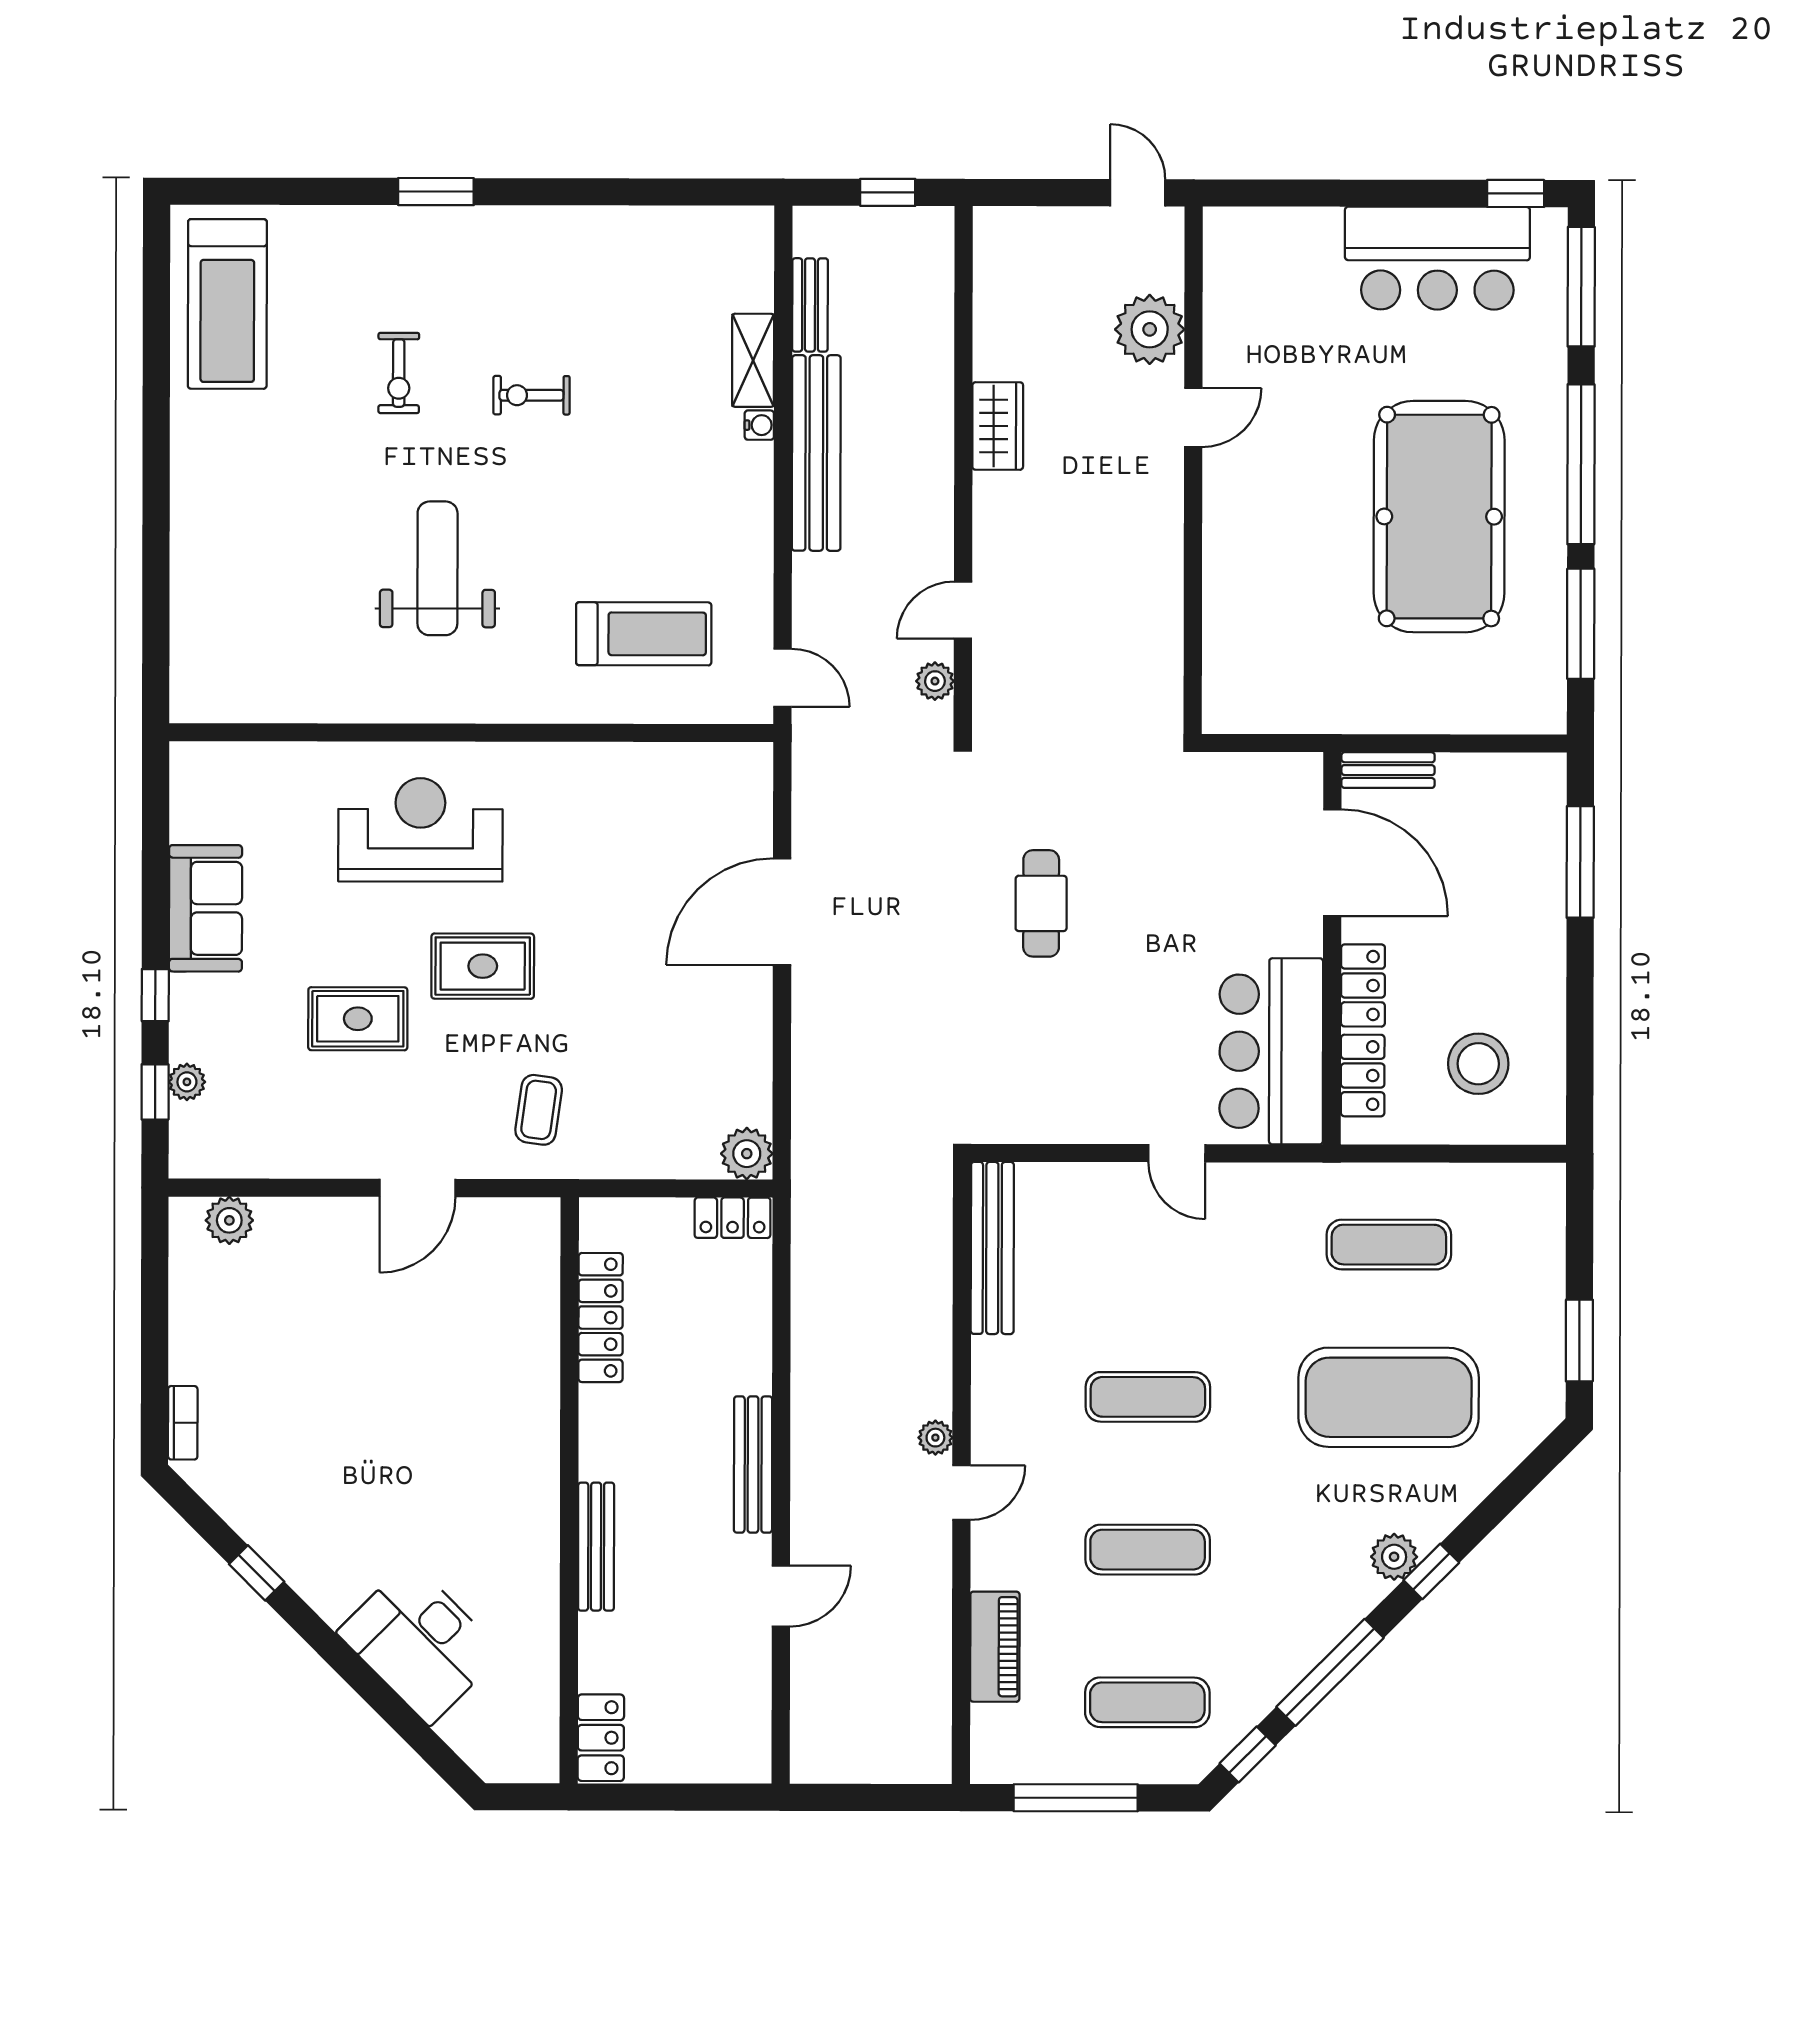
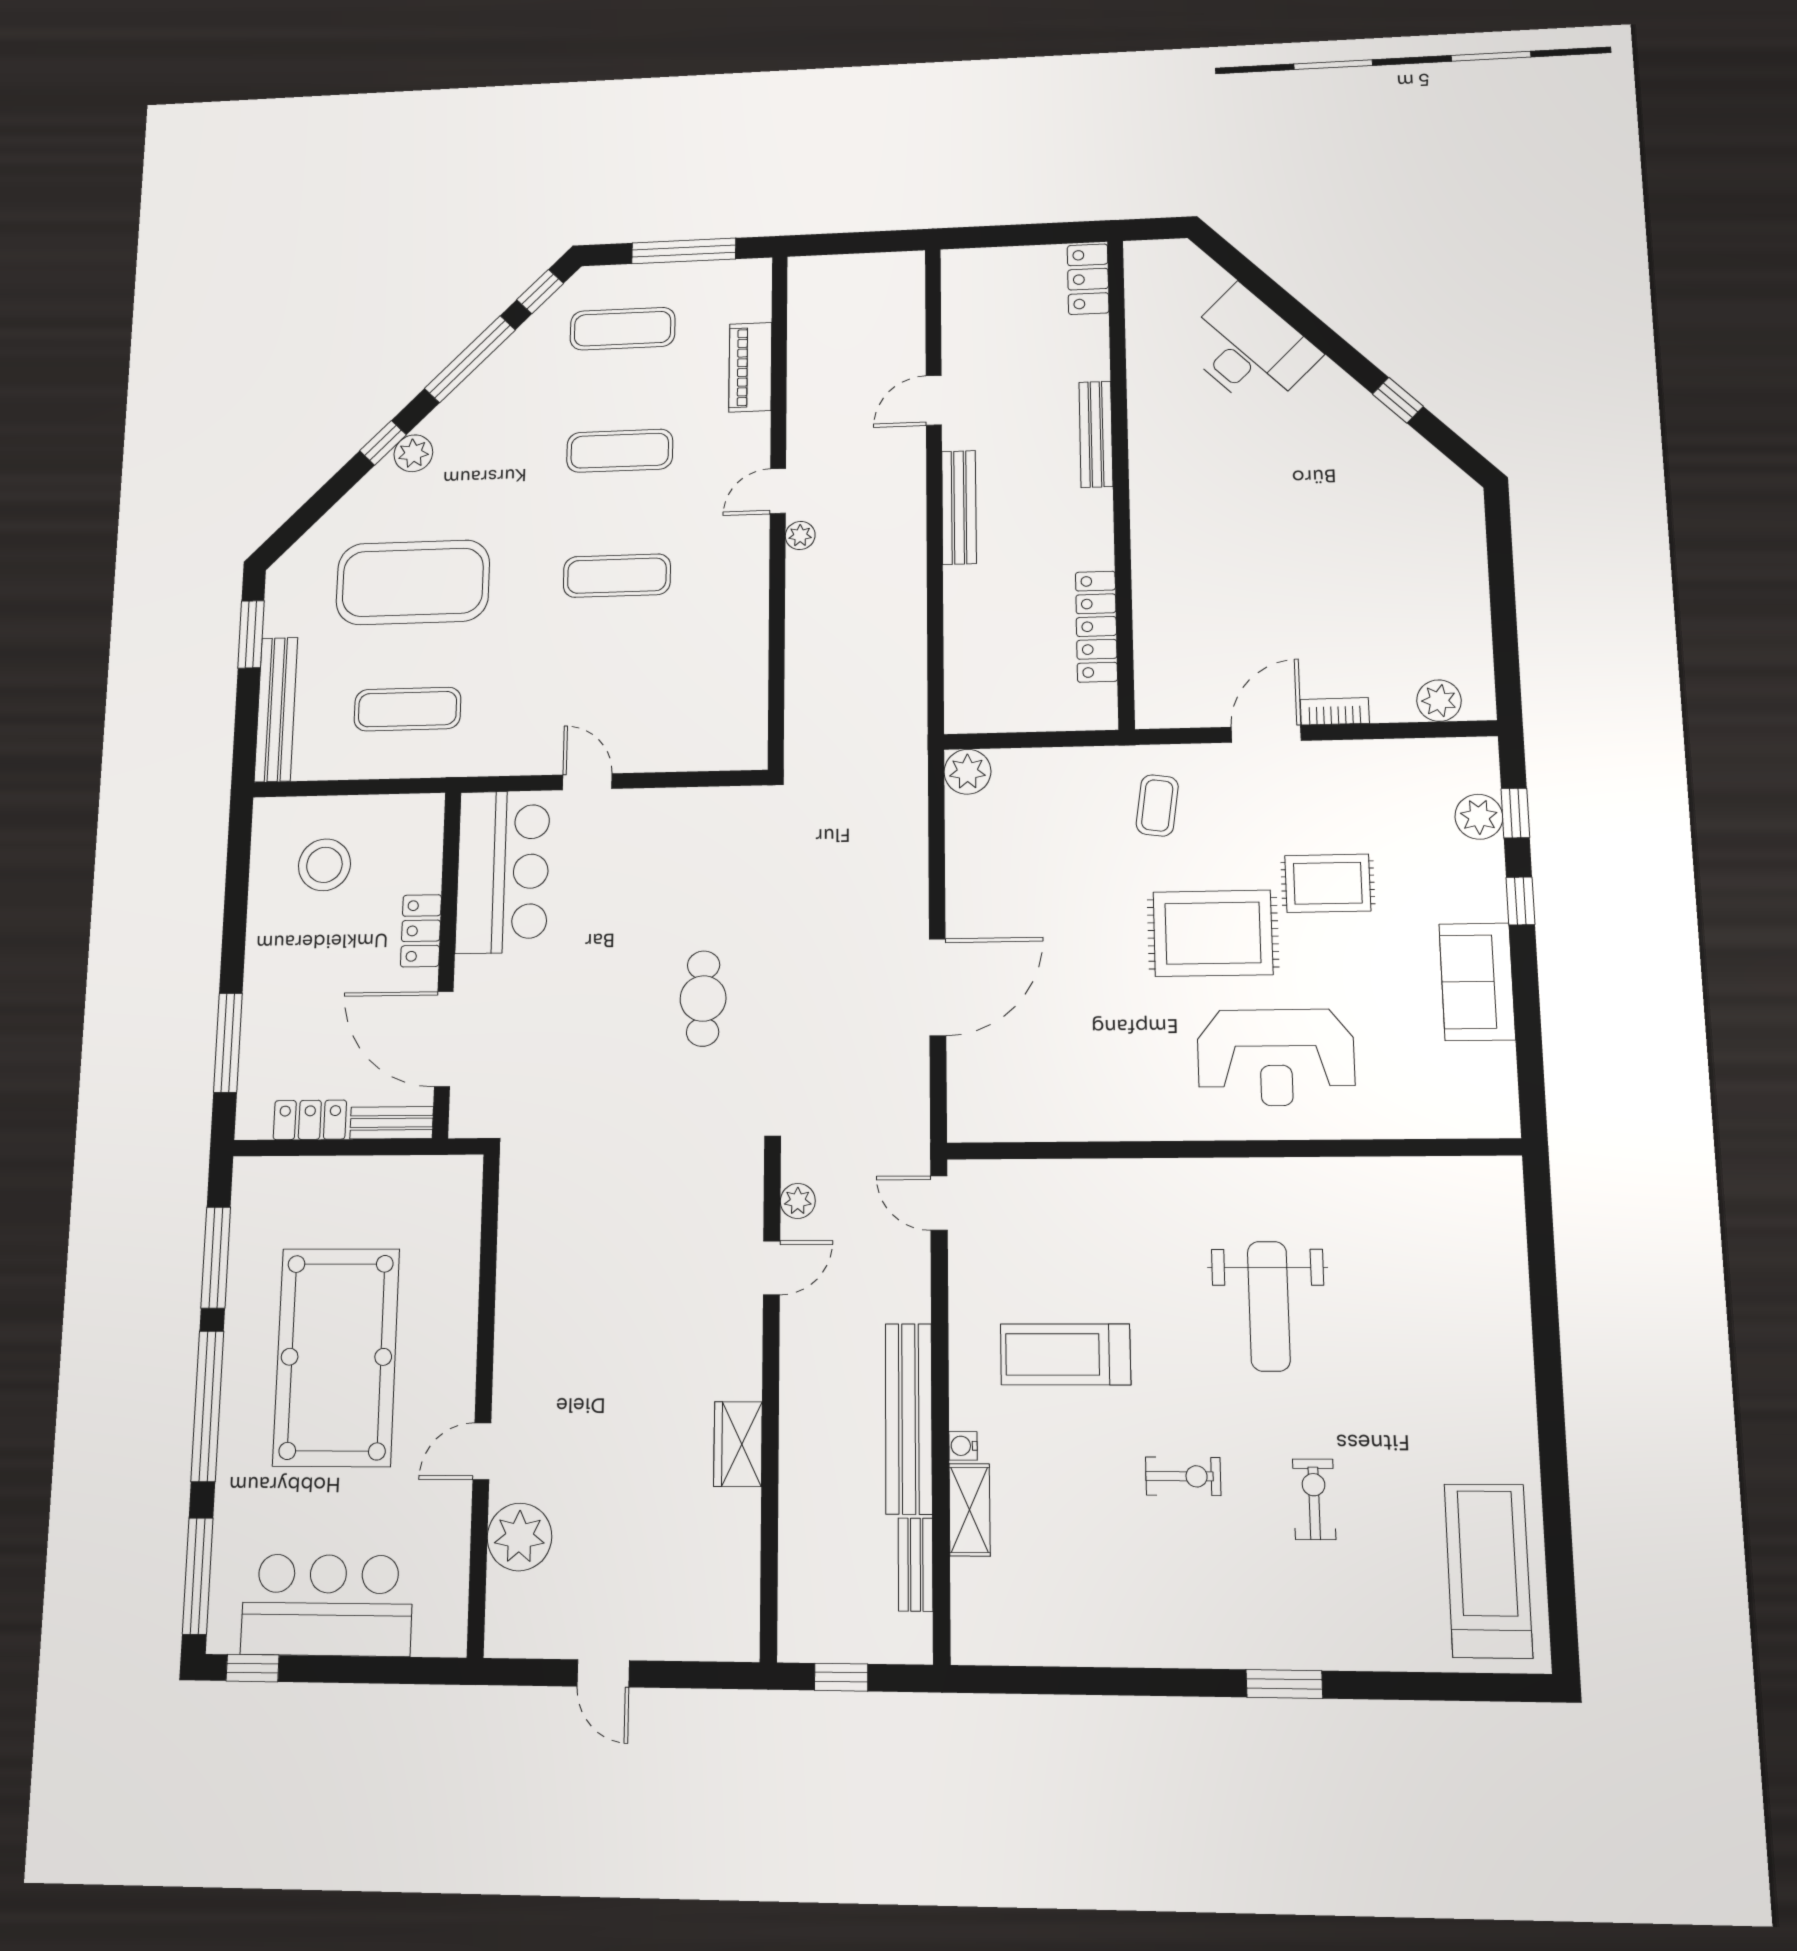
plant: (1150, 329) -> (519, 1537), moved
door: (1193, 417) -> (482, 1451), moved
wall: (1193, 470) -> (484, 1401), moved
treadmill: (644, 634) -> (1065, 1354), moved
rug: (483, 966) -> (1213, 933), width x1.36, depth x1.43
locker: (1363, 1076) -> (310, 1120), moved, turned 90
plant: (187, 1082) -> (1479, 817), width x1.38, depth x1.38
locker: (733, 1218) -> (980, 716), removed
bench: (992, 1248) -> (276, 709), moved
bookcase: (183, 1423) -> (1335, 711), moved, turned 90

